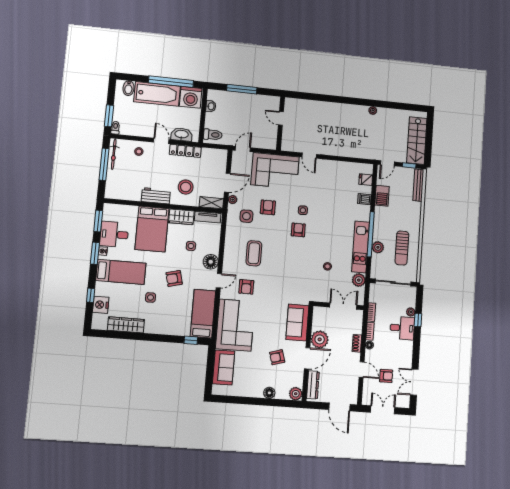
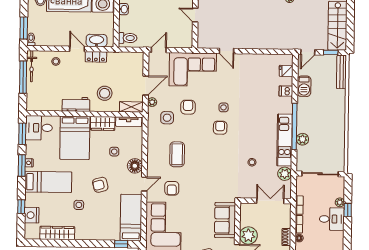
locker: (185, 151) -> (96, 57), width x0.66
desk: (114, 234) -> (39, 128), moved
sun lounger: (402, 248) -> (327, 138), removed

